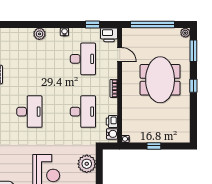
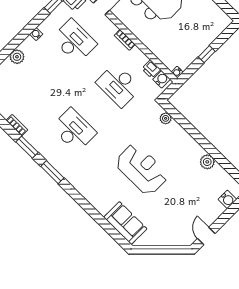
desk: (83, 112) -> (119, 85), turned 180
plant: (87, 164) -> (166, 118), width x0.53, depth x0.53

